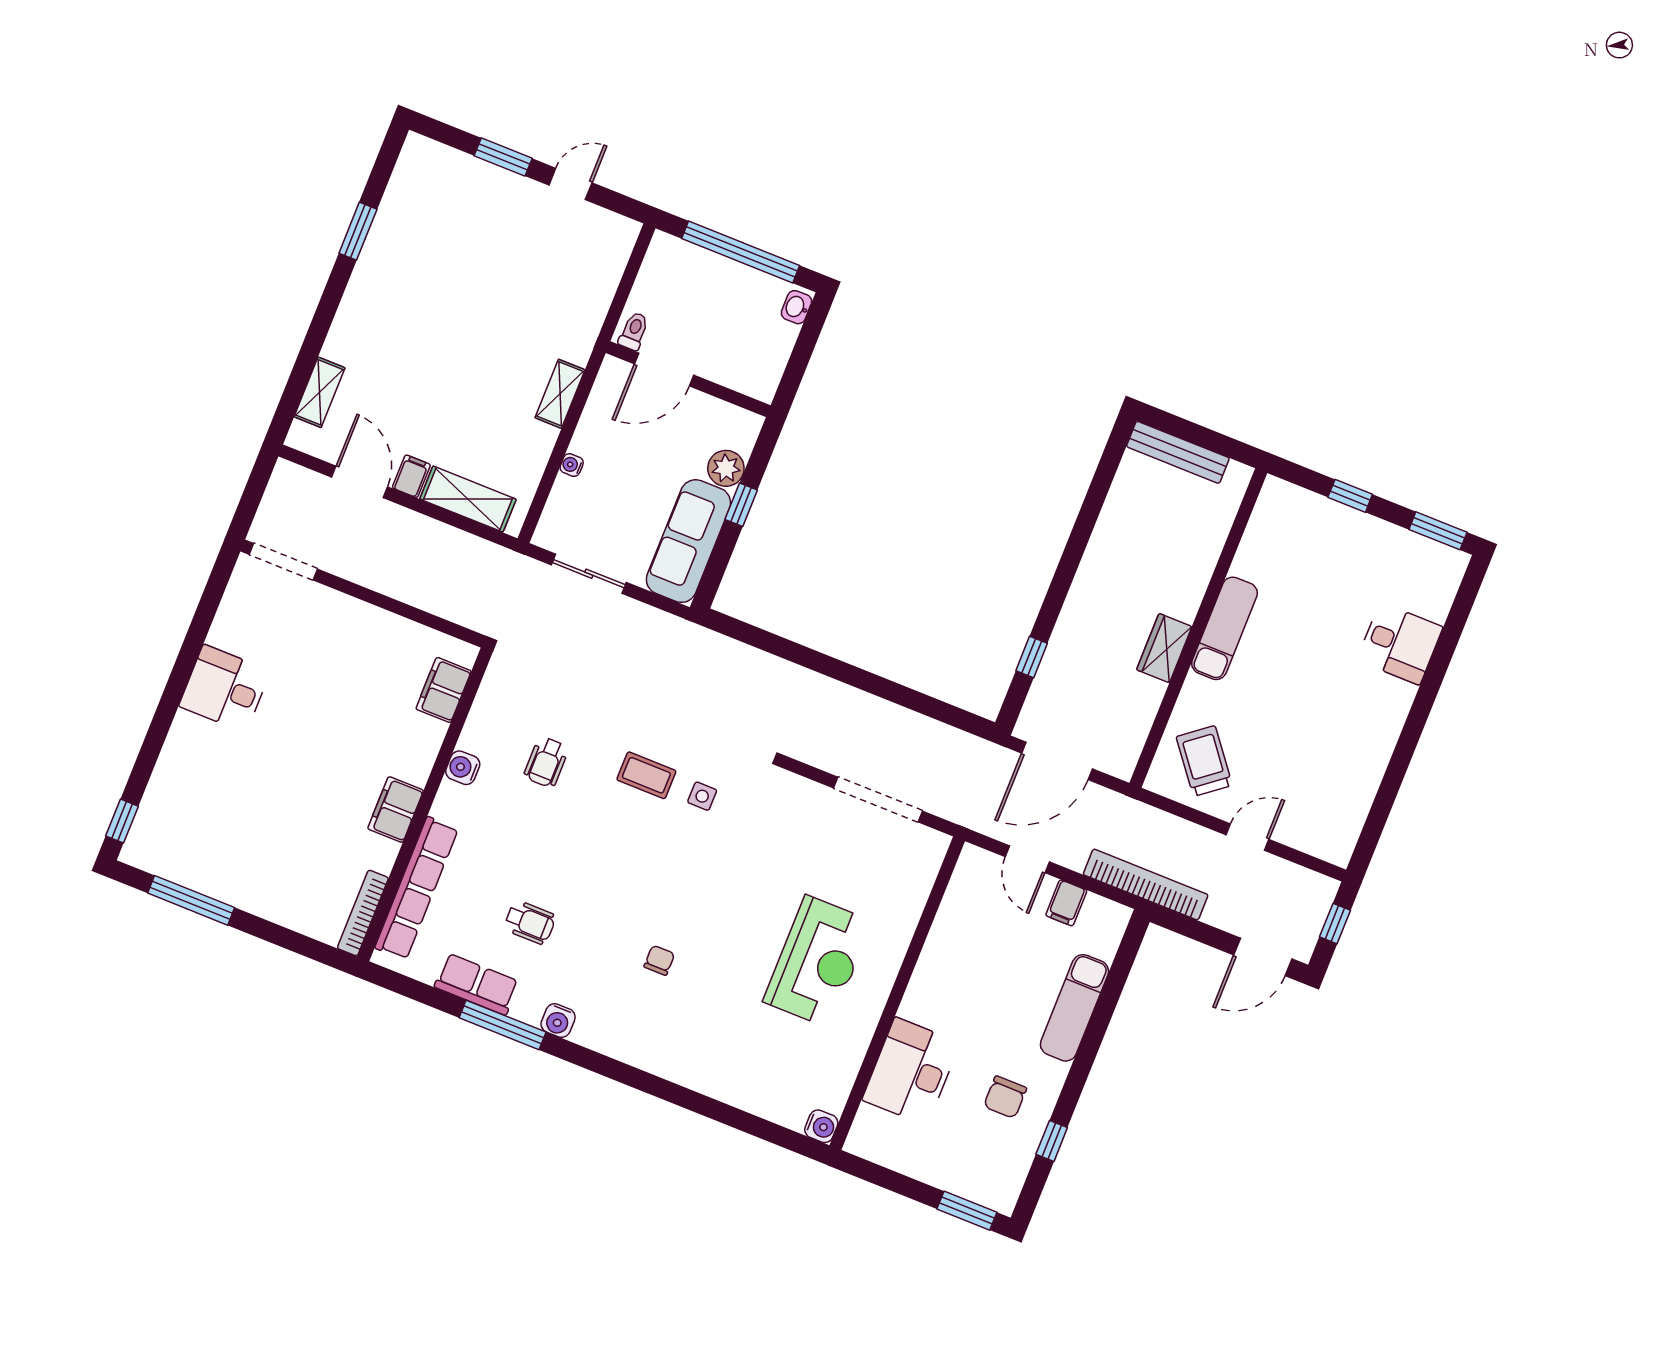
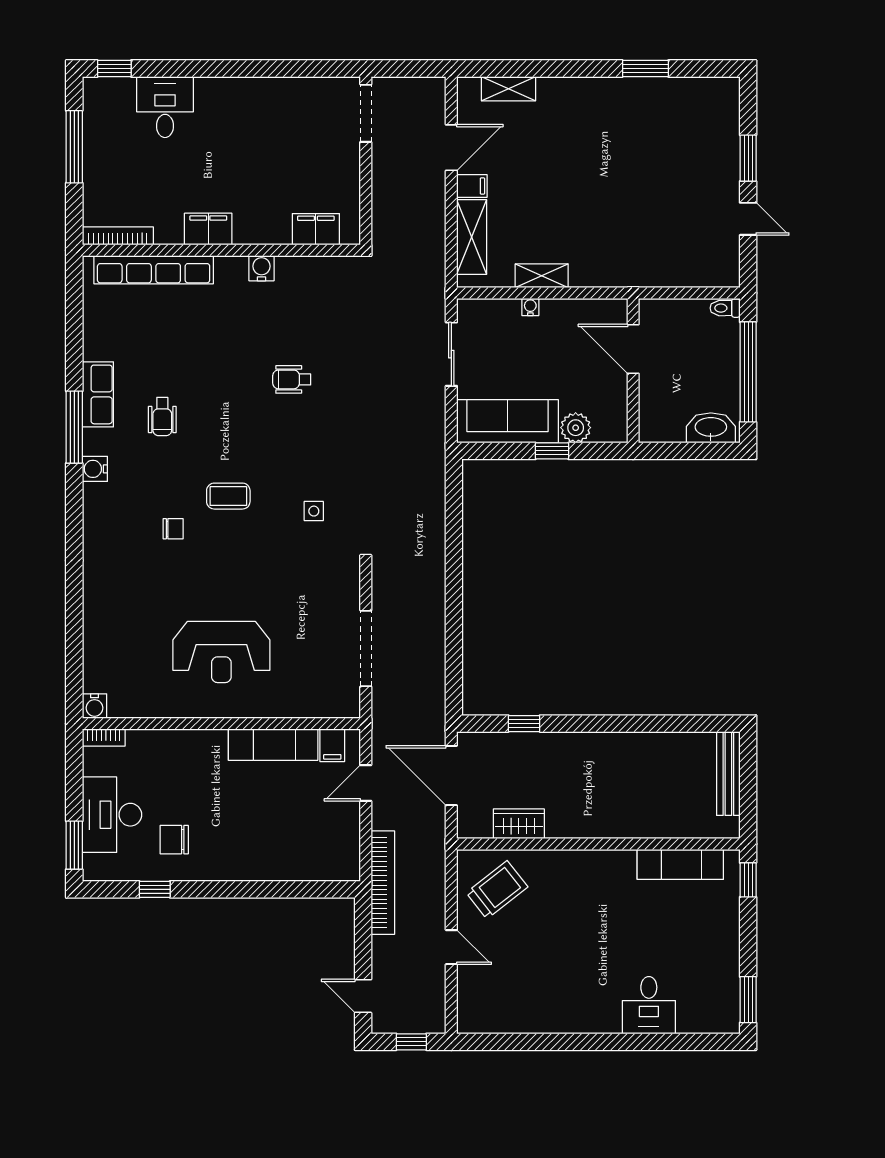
washbasin: (796, 307) -> (711, 428), width x1.91, depth x1.45
toilet: (634, 331) -> (725, 308), moved, turned 180
shelving: (560, 394) -> (542, 276), moved
window: (1350, 496) -> (748, 880), moved
exam couch: (1225, 628) -> (680, 864), moved
wardrobe: (1164, 648) -> (519, 824), moved
desk: (225, 689) -> (165, 107), moved
filing cabinet: (444, 690) -> (316, 229), moved
water cooler: (463, 768) -> (262, 268), moved
coffee table: (646, 775) -> (228, 496), moved, turned 90
wall: (425, 804) -> (221, 250), moved
filing cabinet: (396, 810) -> (208, 229), moved
row of seats: (417, 888) -> (154, 270), moved
filing cabinet: (1066, 903) -> (332, 745), moved, turned -90
bookcase: (363, 913) -> (118, 236), moved
door: (1263, 957) -> (363, 996), width x0.73
exam couch: (1074, 1008) -> (273, 745), moved, turned 180
desk: (911, 1071) -> (112, 815), moved, turned -90
bookcase: (860, 1130) -> (104, 738), added

